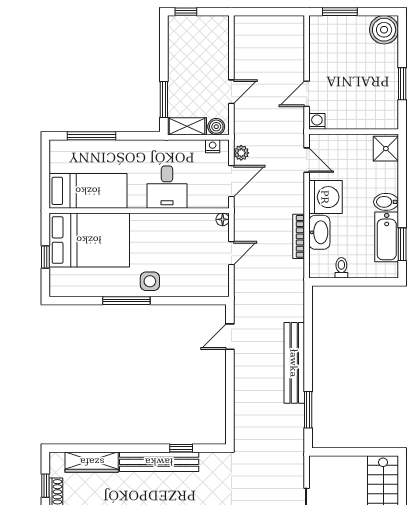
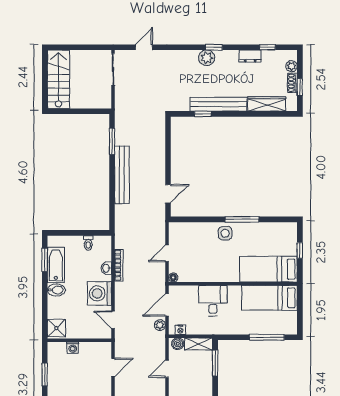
washing machine: (317, 121) -> (73, 348), moved
washbasin: (319, 232) -> (106, 268), width x0.52, depth x0.69
bed: (89, 240) -> (268, 269), width x0.67

